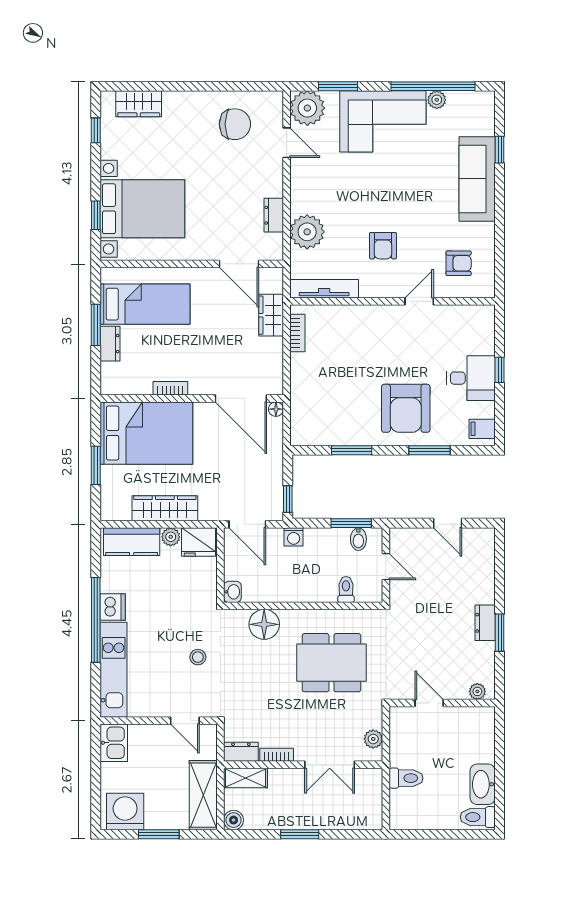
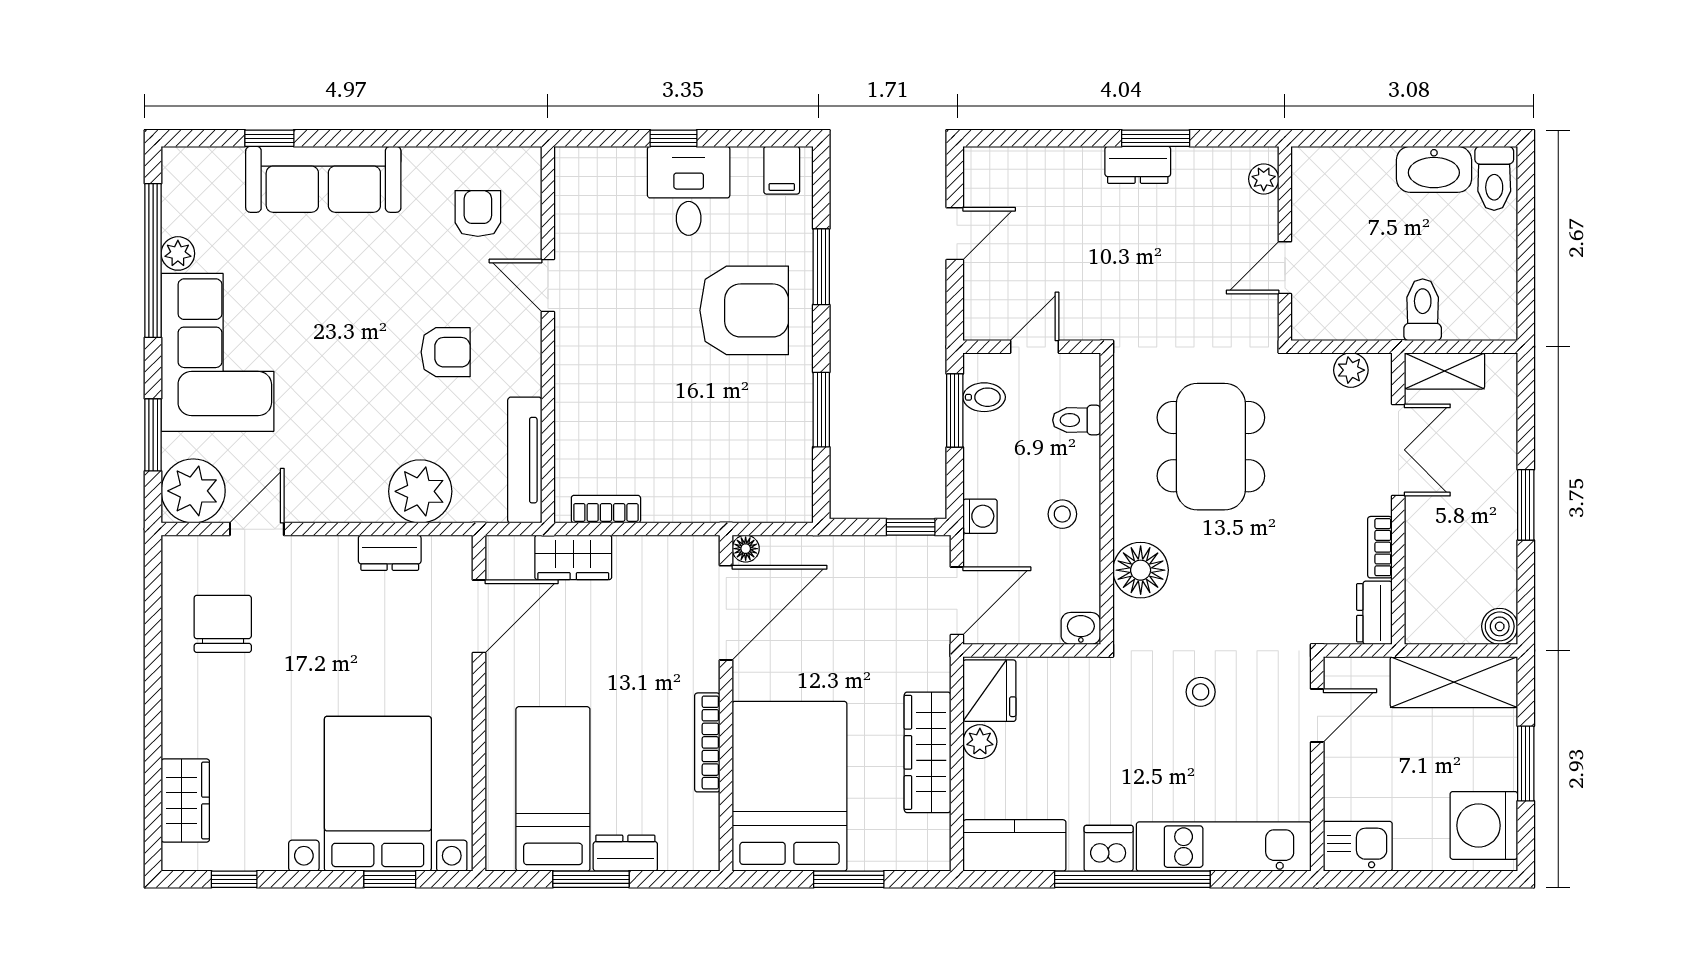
bookcase: (170, 388) -> (707, 742), width x1.56
kitchen counter: (132, 542) -> (1014, 845), moved, turned -90
stool: (295, 582) -> (1062, 514), added
shelving: (246, 778) -> (1444, 371), moved, turned 90

